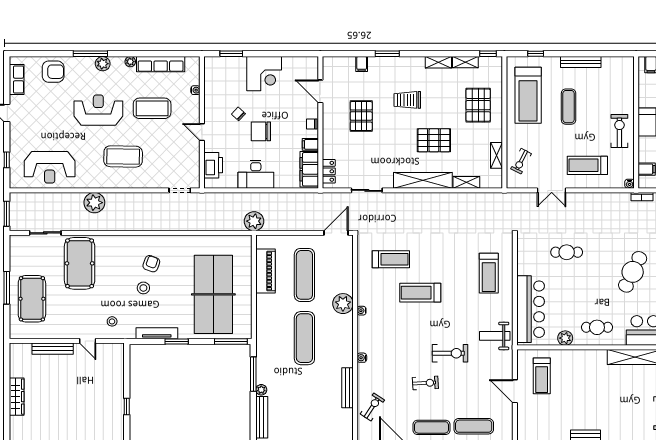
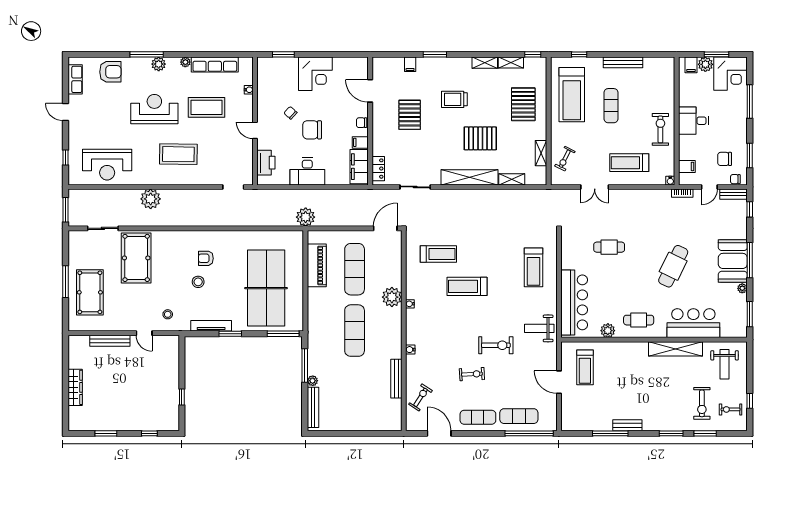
armchair: (151, 264) -> (206, 258), turned -110

